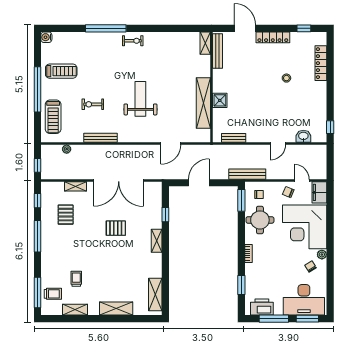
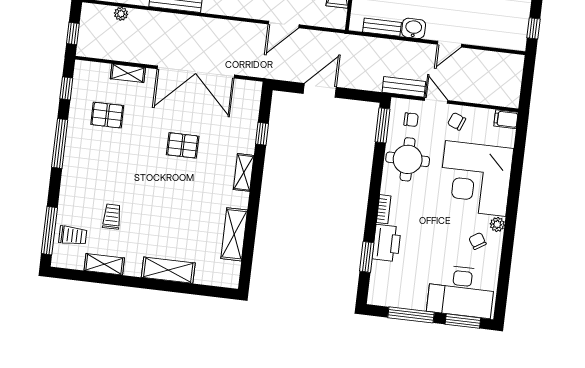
washbasin: (303, 136) -> (414, 28), moved
bench: (247, 174) -> (404, 87), width x0.73
door: (302, 180) -> (436, 101), moved
filing cabinet: (319, 192) -> (506, 119), width x0.50
pallet: (66, 215) -> (107, 115), turned 90
shelving: (155, 294) -> (234, 234), moved
printer: (262, 307) -> (387, 243), moved, turned 90

